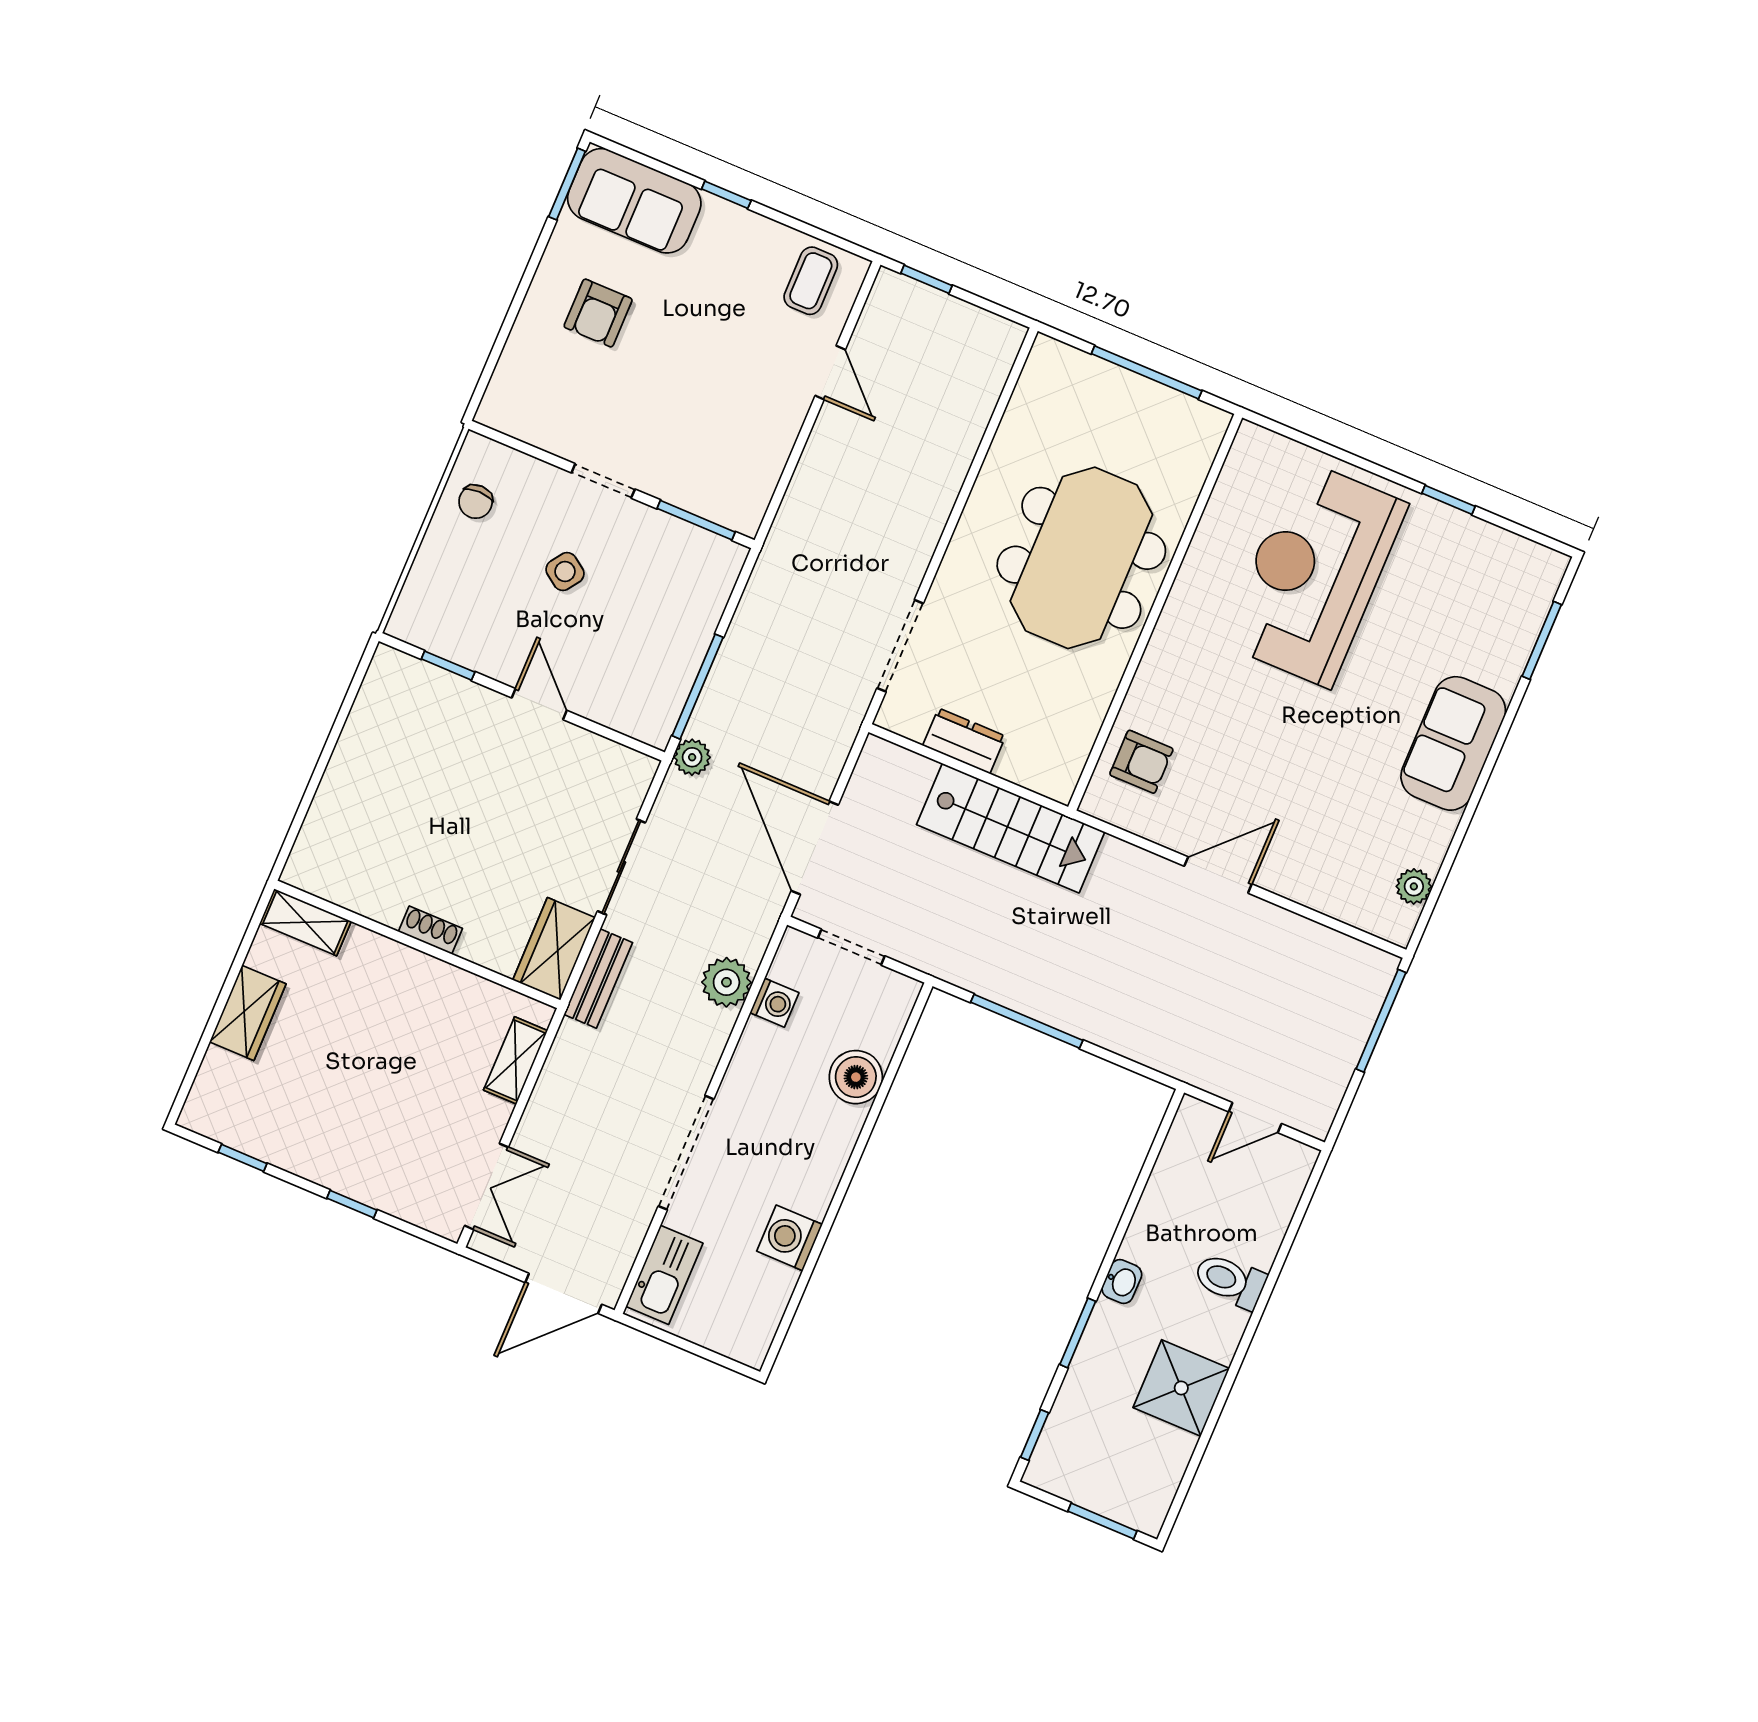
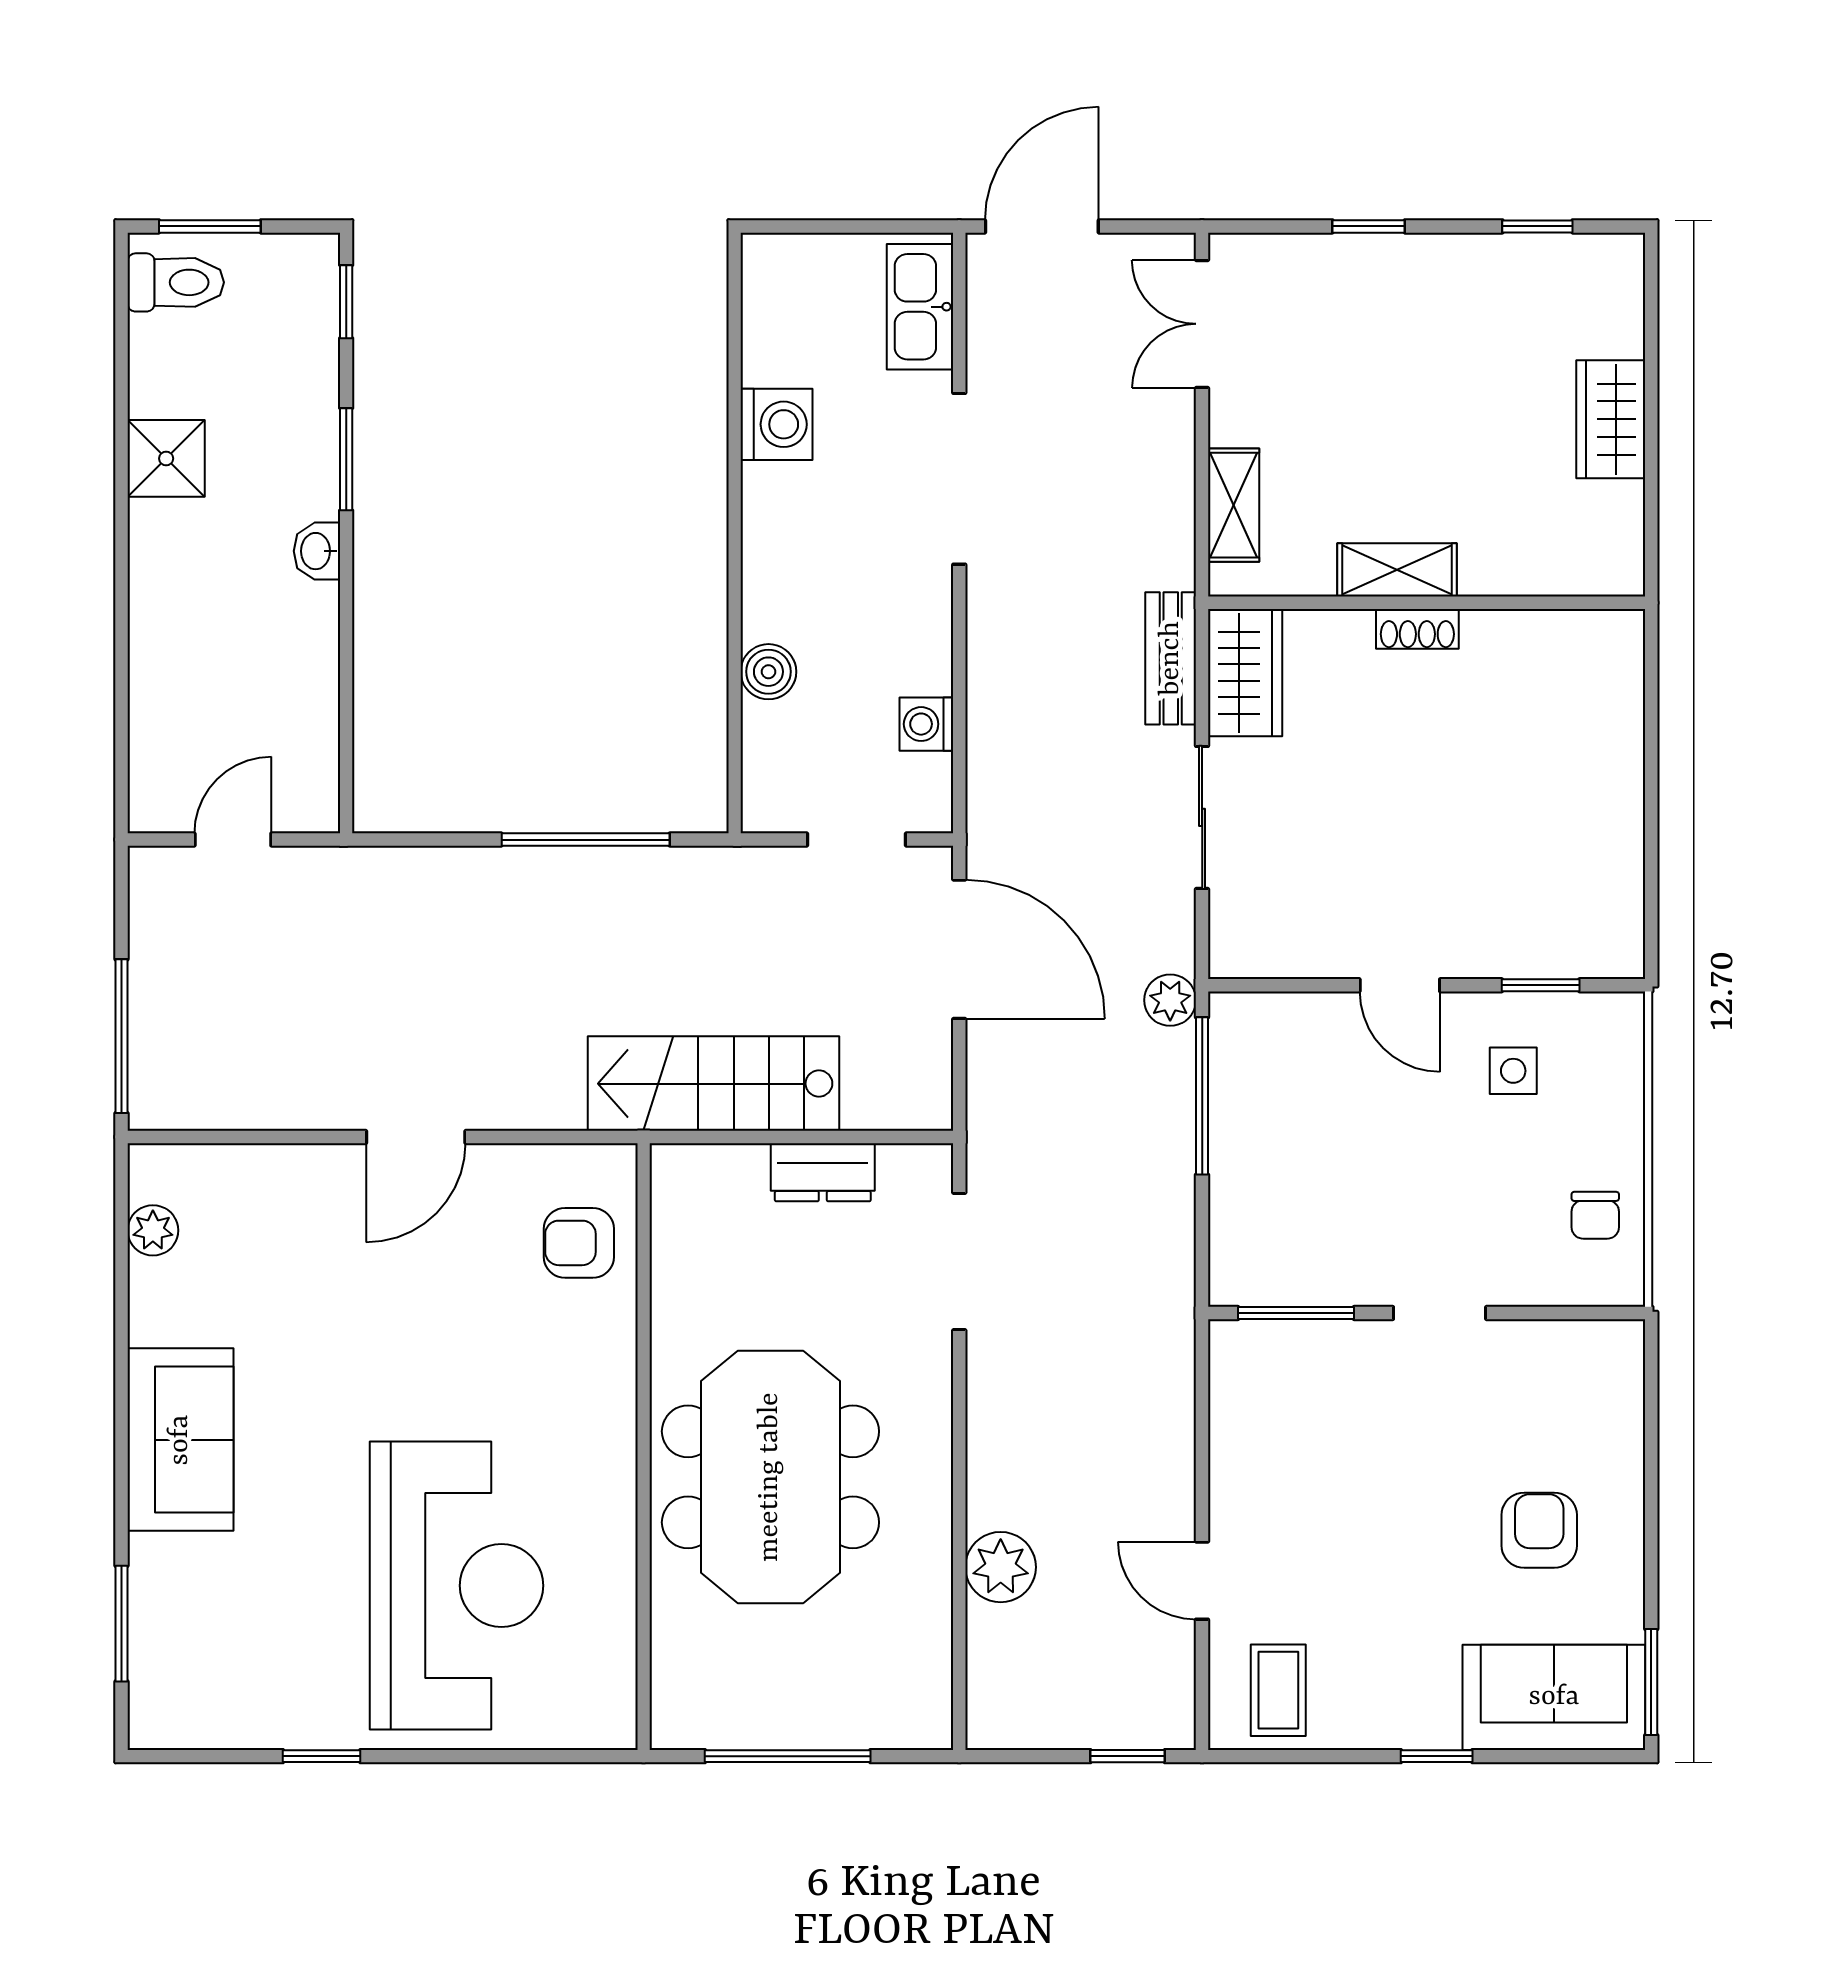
chair: (476, 502) -> (1595, 1215), turned 180
side table: (565, 572) -> (1513, 1071), moved, turned -35
shelving: (305, 922) -> (1397, 570), moved
plant: (726, 982) -> (1001, 1567), moved
boiler: (856, 1077) -> (768, 672), width x0.73, depth x0.73
toilet: (1230, 1281) -> (176, 282), moved
shower: (1181, 1388) -> (166, 458), width x0.73, depth x0.73

